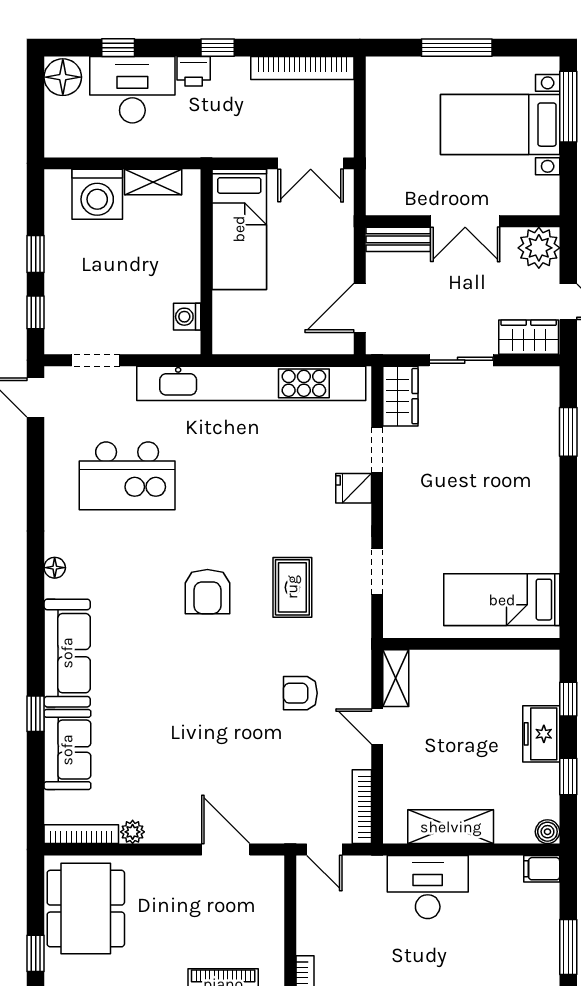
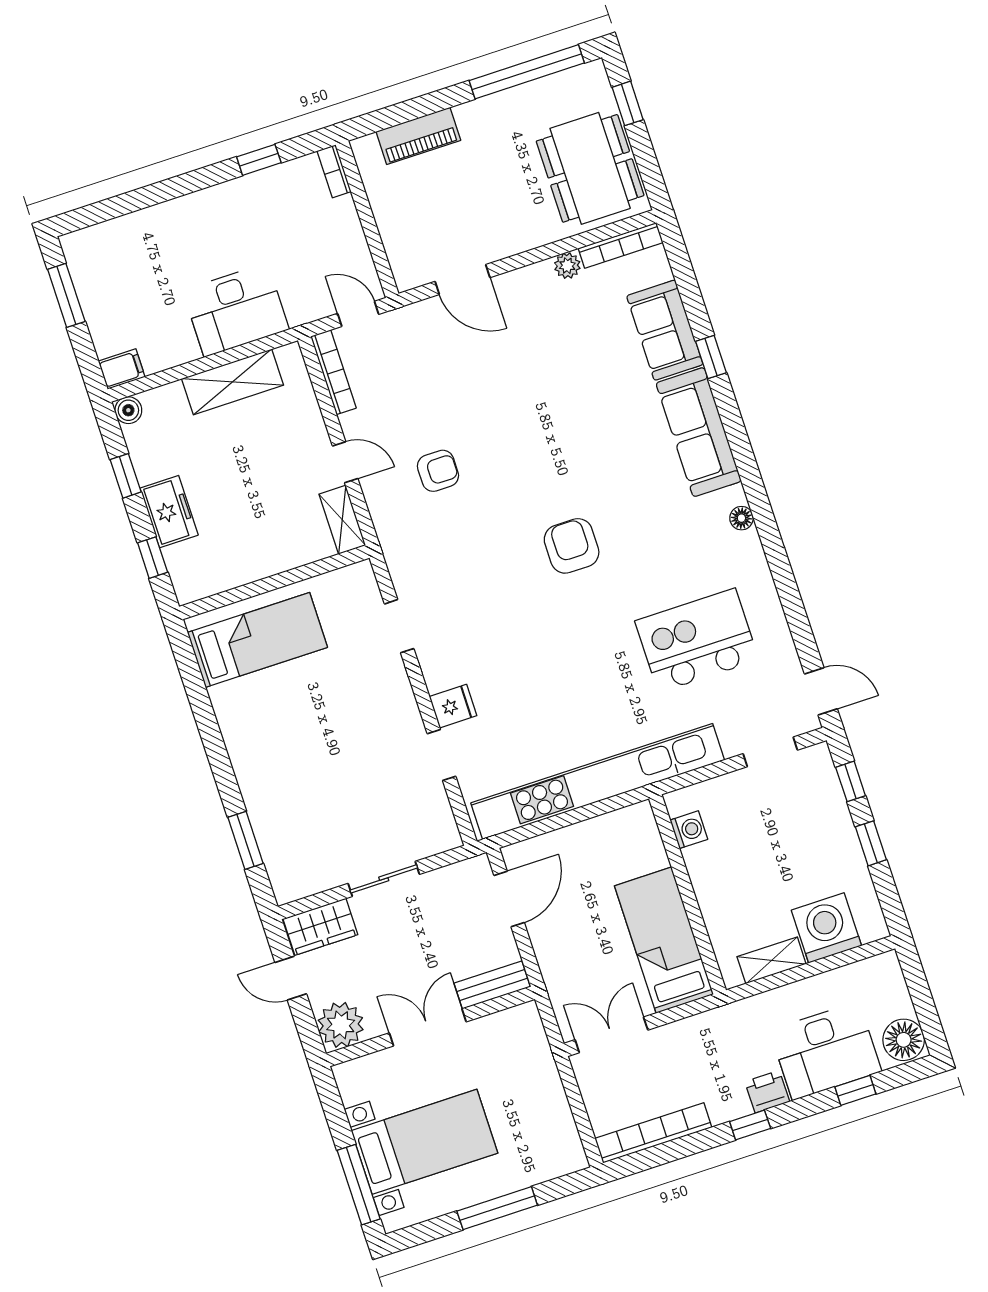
wardrobe: (400, 396) -> (436, 820), removed
rug: (292, 587) -> (483, 580), removed

